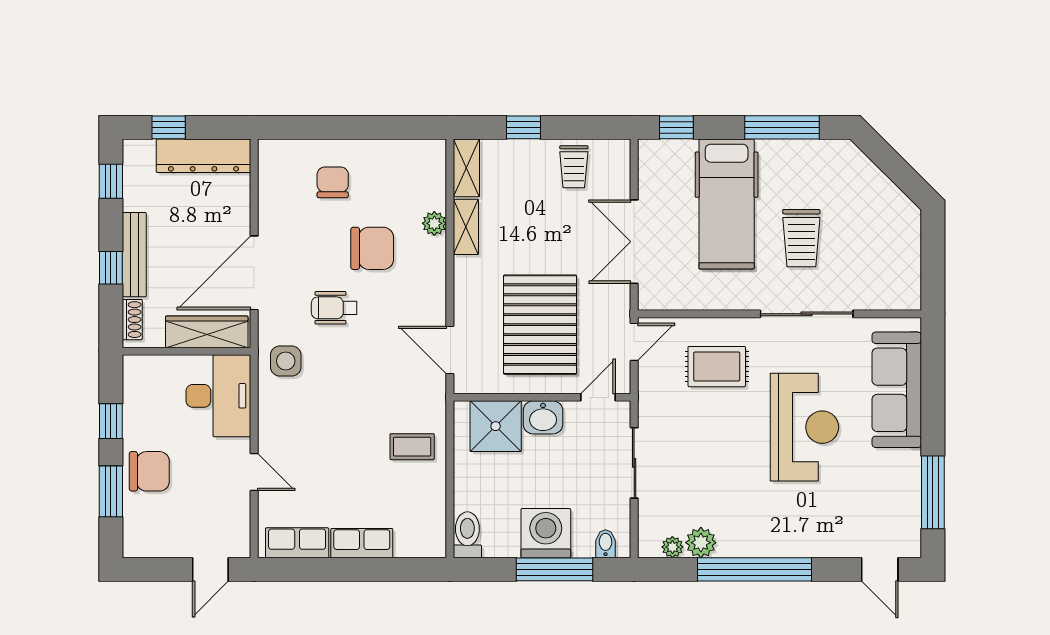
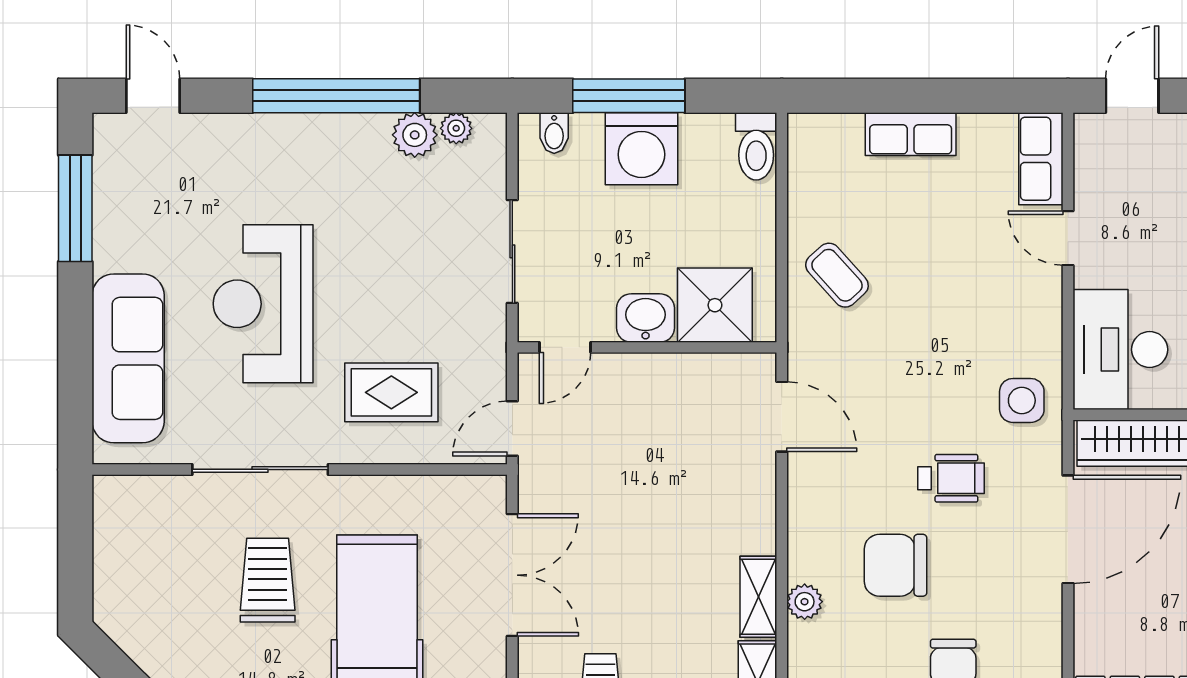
pallet: (540, 325) -> (650, 454), removed
coffee table: (412, 447) -> (837, 275), turned 48
row of seats: (297, 543) -> (1041, 159), moved, turned 90

